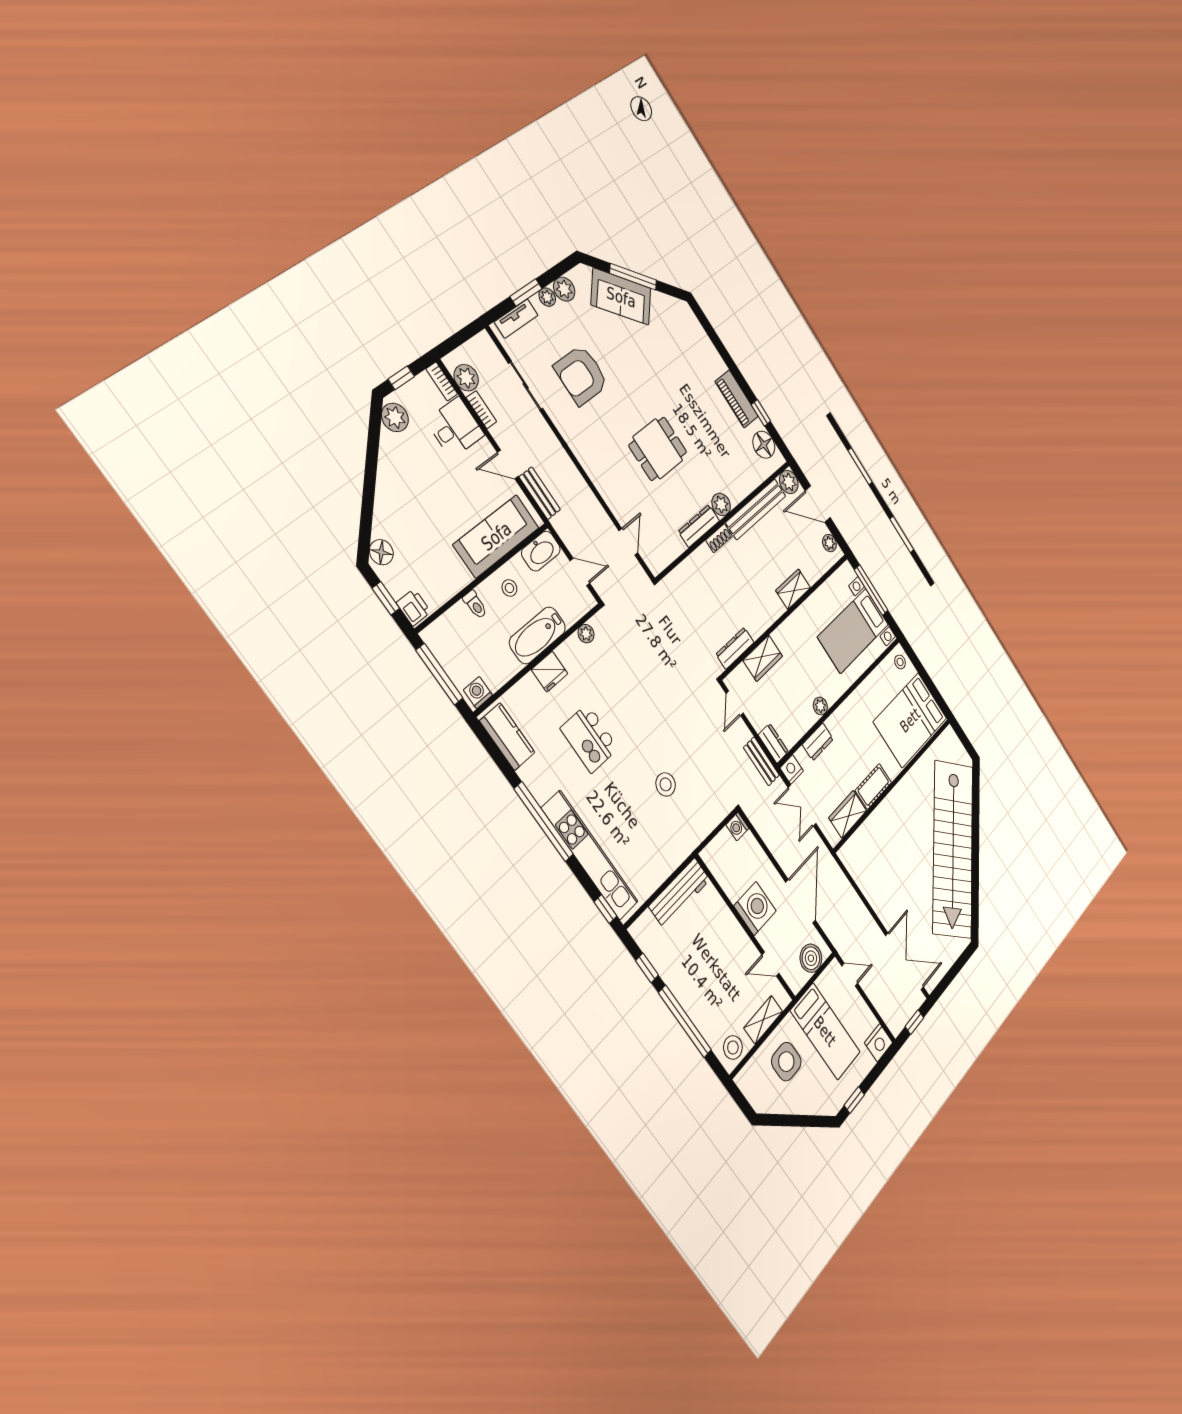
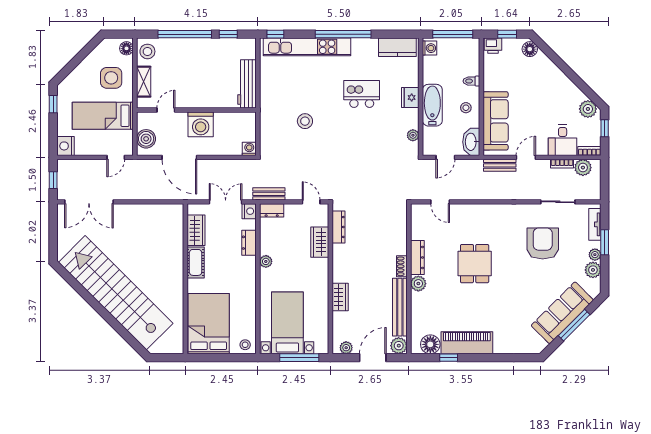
sofa: (621, 297) -> (562, 313), width x1.36
piano: (737, 399) -> (467, 343), width x1.37, depth x1.33
floor lamp: (748, 1076) -> (126, 48), added

